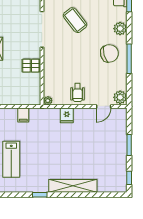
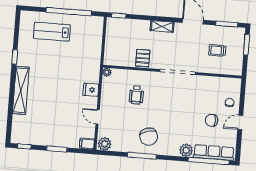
coffee table: (75, 20) -> (184, 105), removed
plant: (120, 29) -> (186, 150), moved
wheelchair: (78, 92) -> (136, 95), moved, turned -90
door: (104, 106) -> (98, 117), moved
filing cabinet: (23, 115) -> (87, 144), moved

